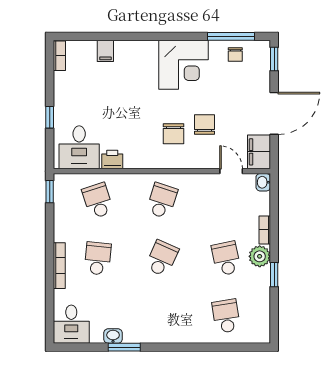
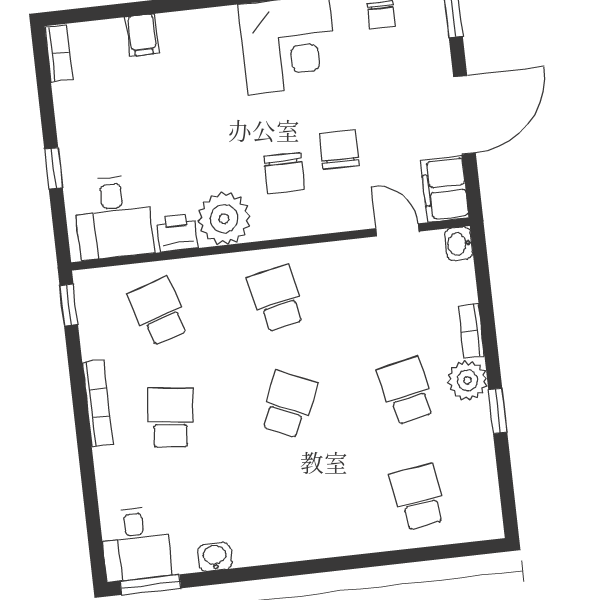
plant: (138, 155) -> (224, 219), added
school desk: (162, 201) -> (277, 298), turned -30
bookcase: (59, 266) -> (98, 403), moved
window: (124, 347) -> (151, 585), moved

